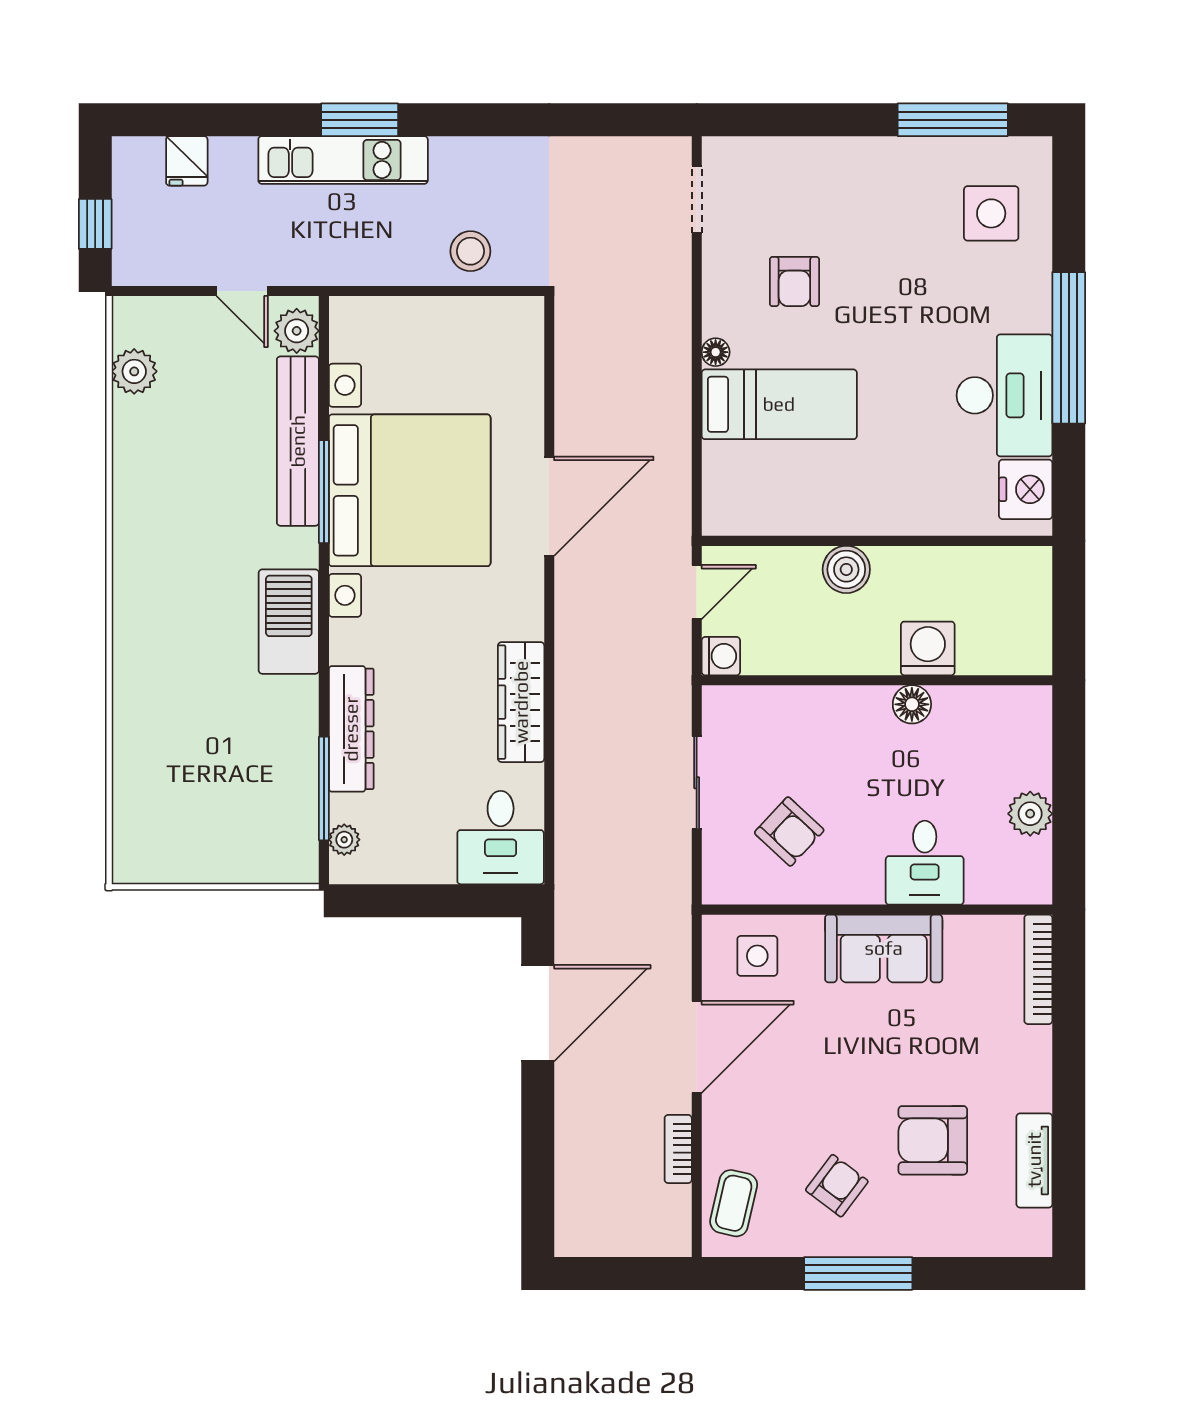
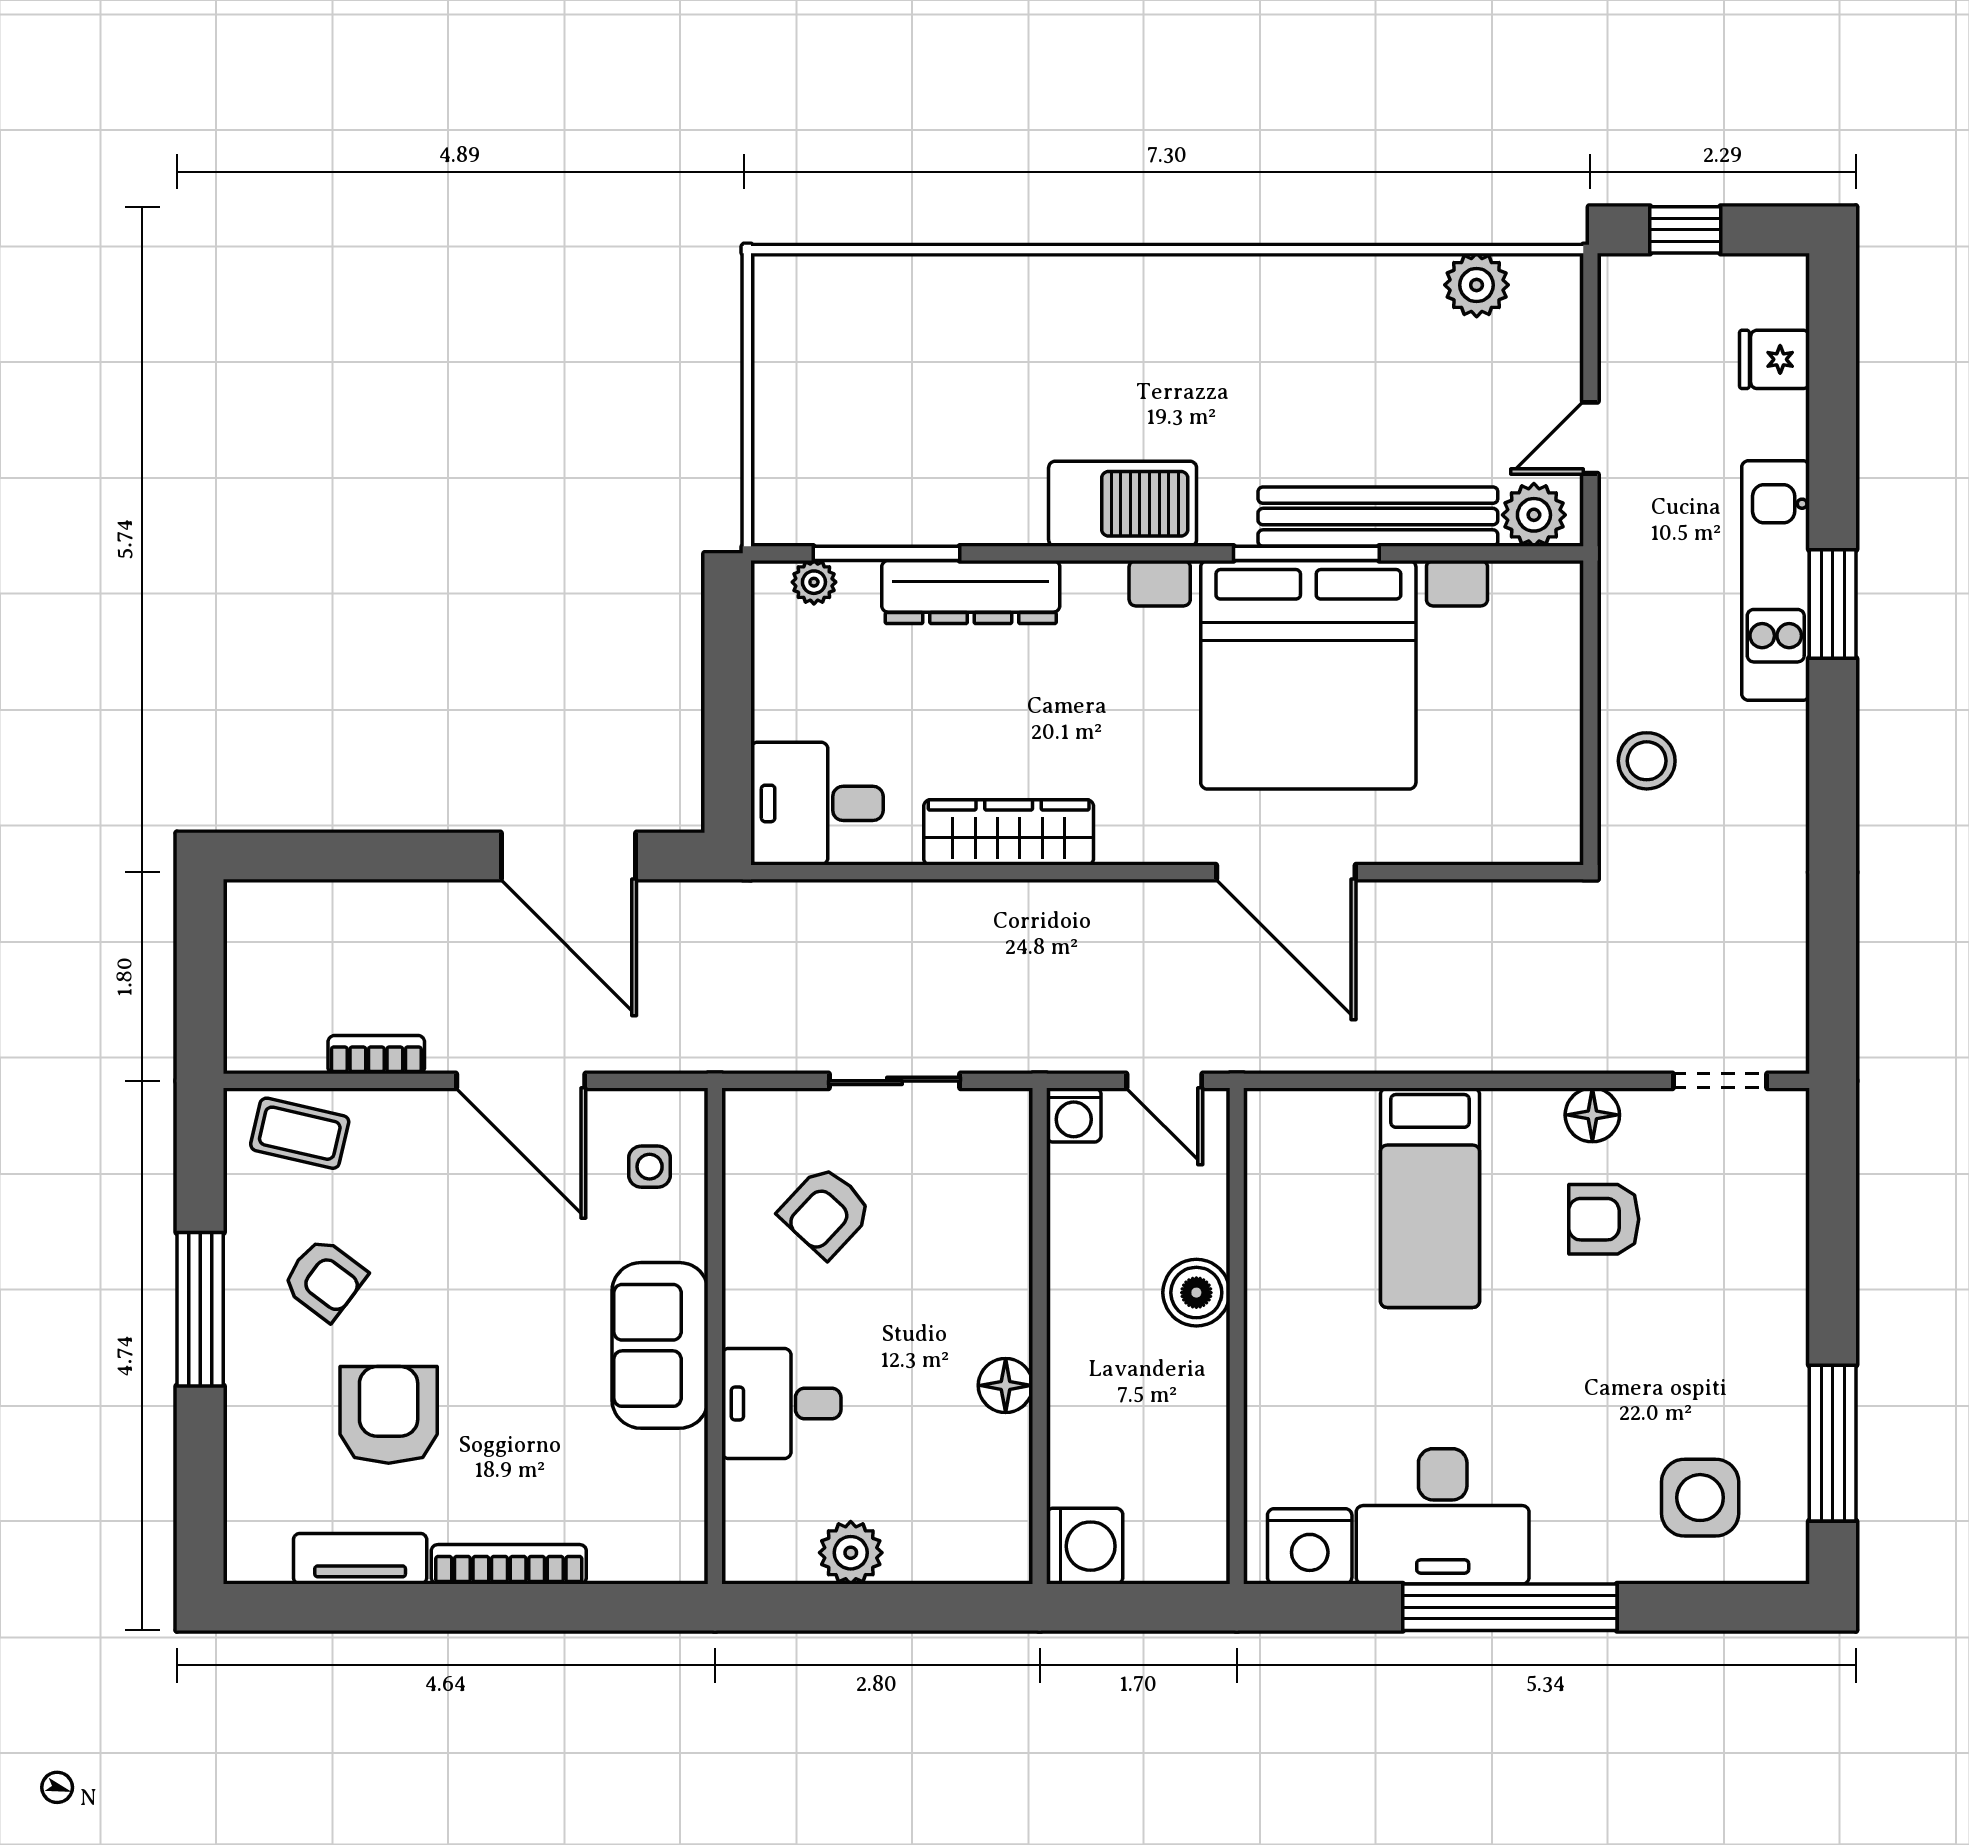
floor lamp: (716, 352) -> (1592, 1115), moved, width x1.37, depth x1.37
washing machine: (928, 648) -> (1085, 1546), moved
side table: (757, 956) -> (650, 1167), width x0.73, depth x0.73
bookcase: (1038, 969) -> (509, 1564), moved

